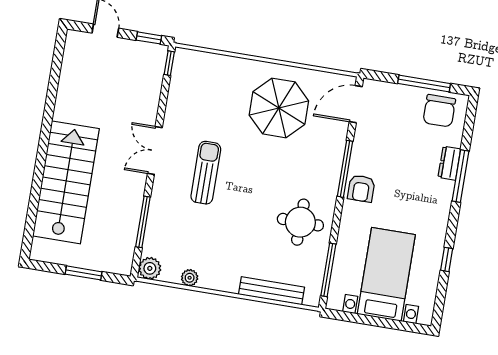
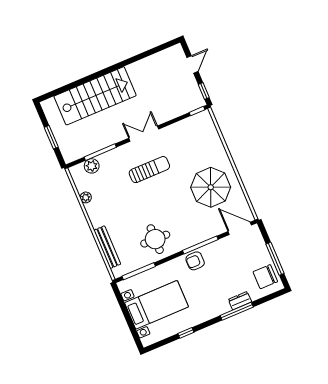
plant: (150, 268) -> (92, 166), moved

